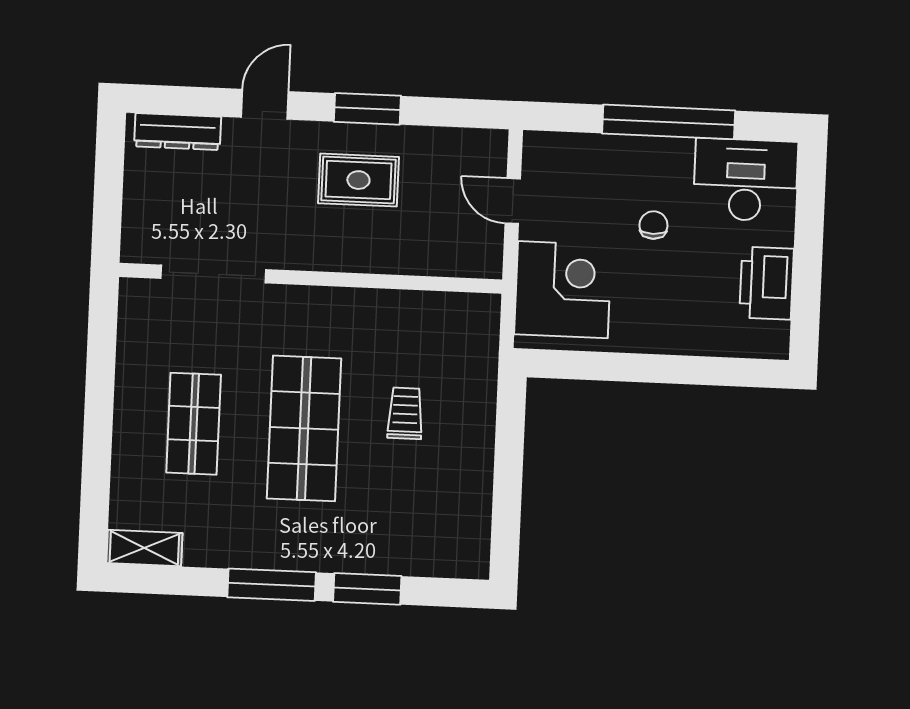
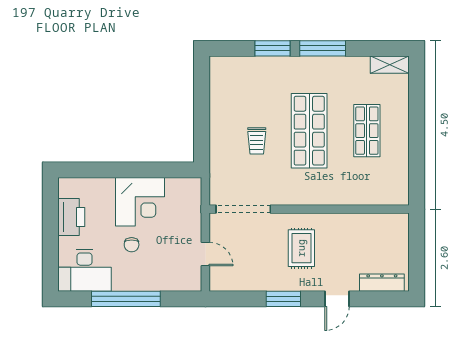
rug: (358, 180) -> (301, 248), moved, turned 90
doorway: (213, 274) -> (243, 209), moved
corner desk: (563, 290) -> (140, 202), moved, turned -90

